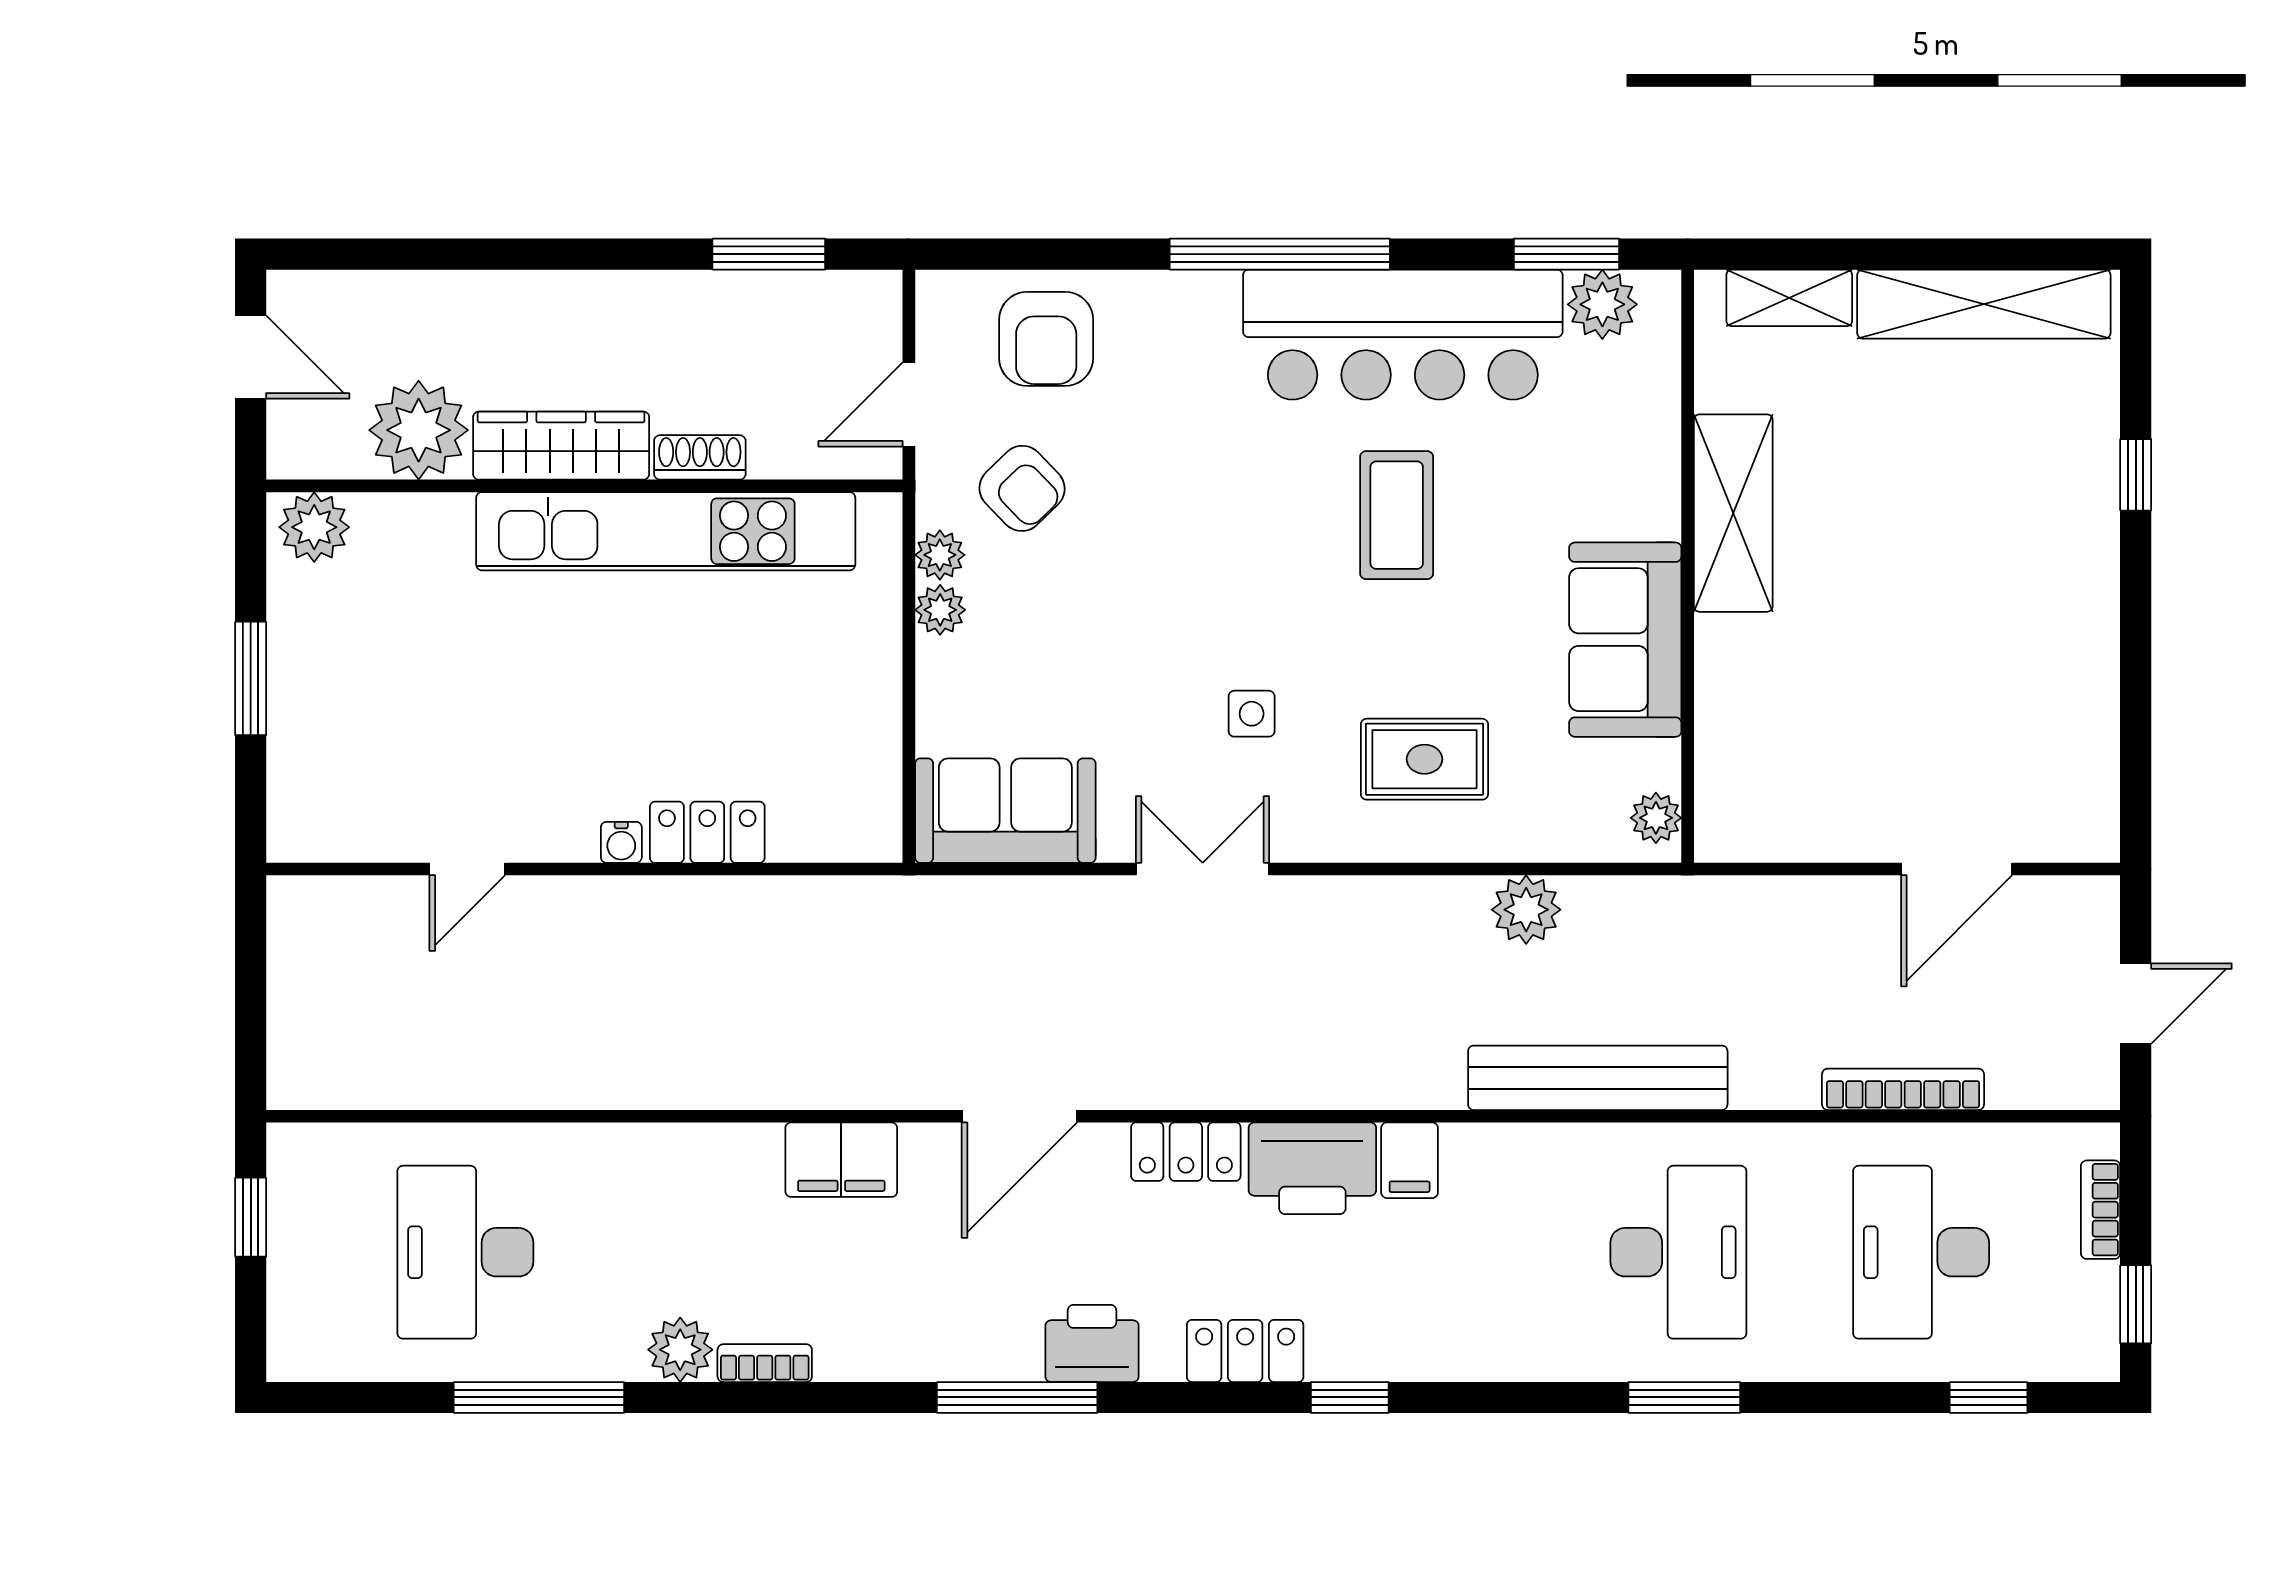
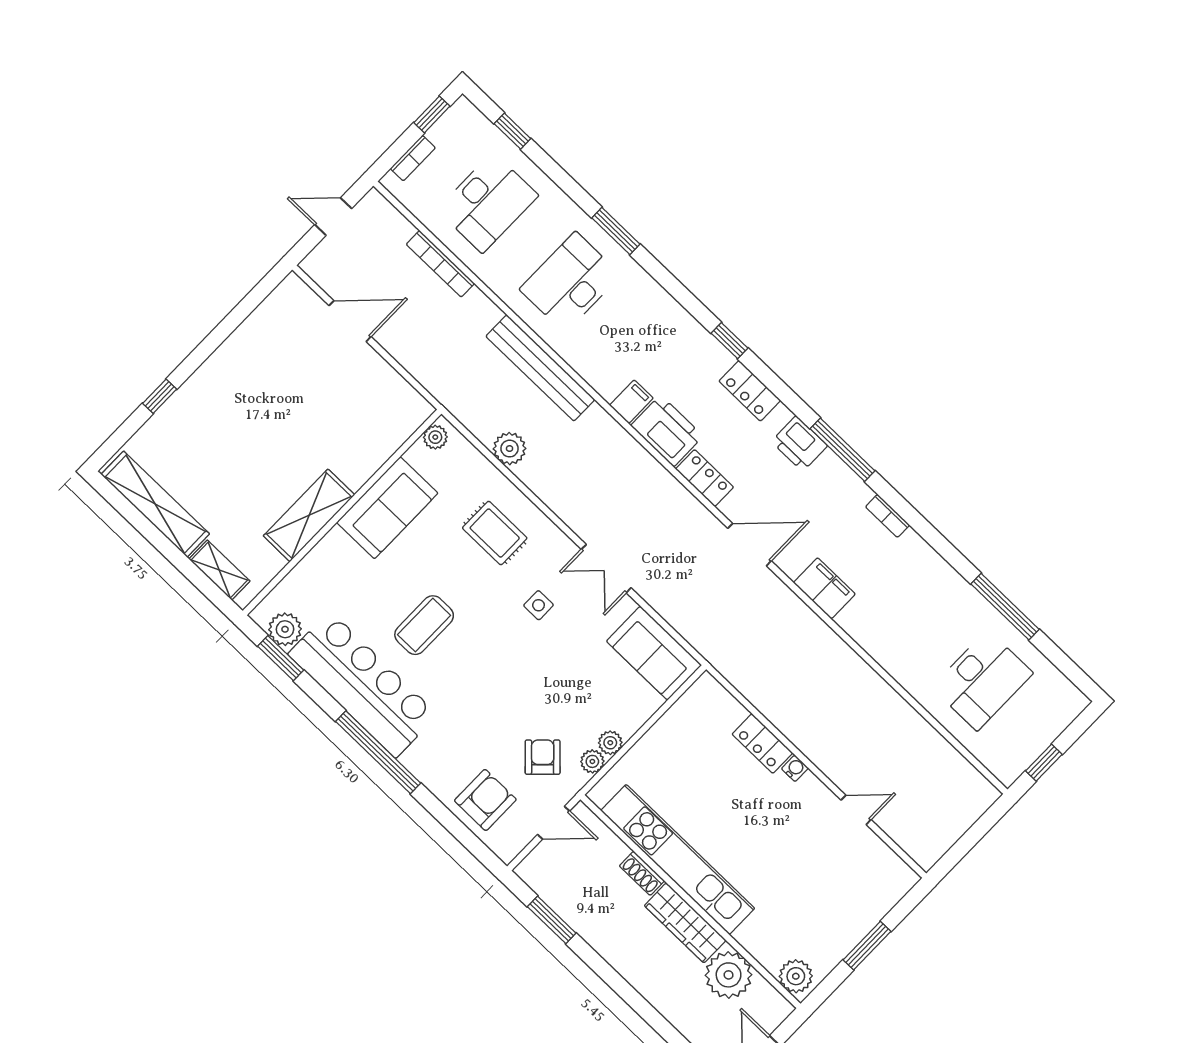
plant: (680, 1350) -> (941, 577), removed
bookcase: (765, 1363) -> (888, 516), moved

